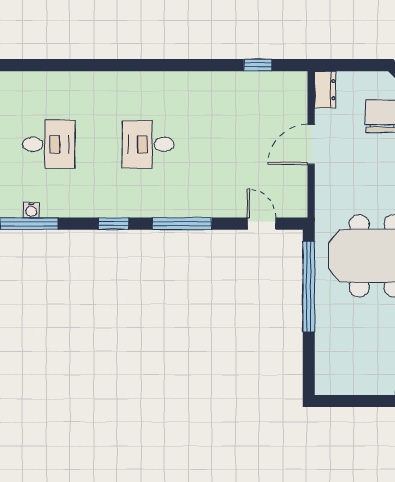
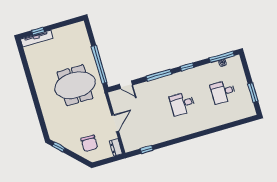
desk: (148, 144) -> (182, 104), turned 180

